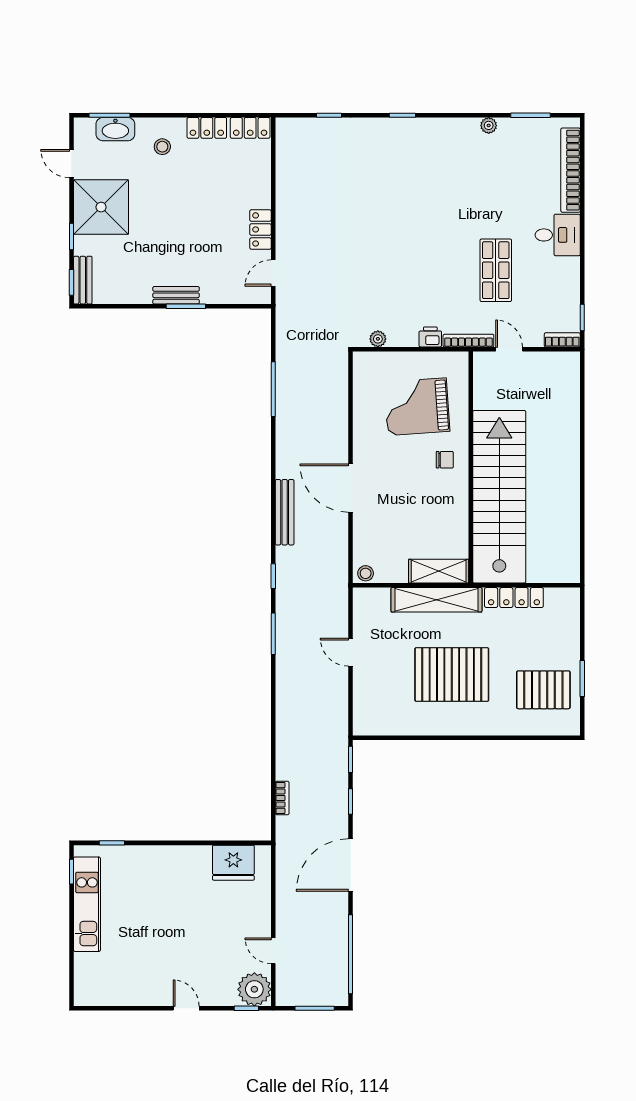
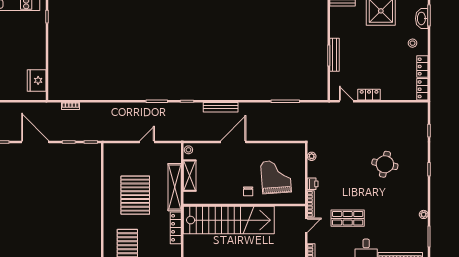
round table: (393, 199) -> (385, 164), added
bench: (176, 295) -> (334, 55), width x1.36
shelving: (439, 571) -> (190, 176), moved

